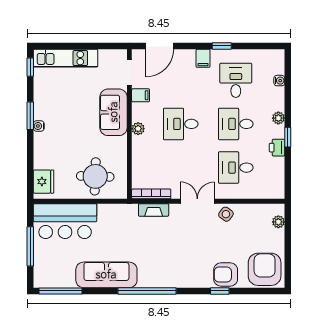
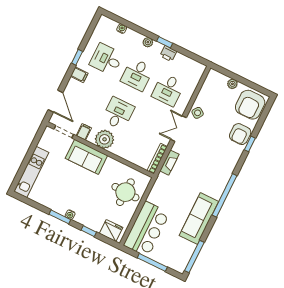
window: (30, 67) -> (89, 231), moved
desk: (181, 124) -> (118, 113), turned 180
plant: (138, 129) -> (105, 139), width x1.87, depth x1.87
plant: (278, 222) -> (232, 84), moved
armchair: (265, 269) -> (250, 105), turned -90

